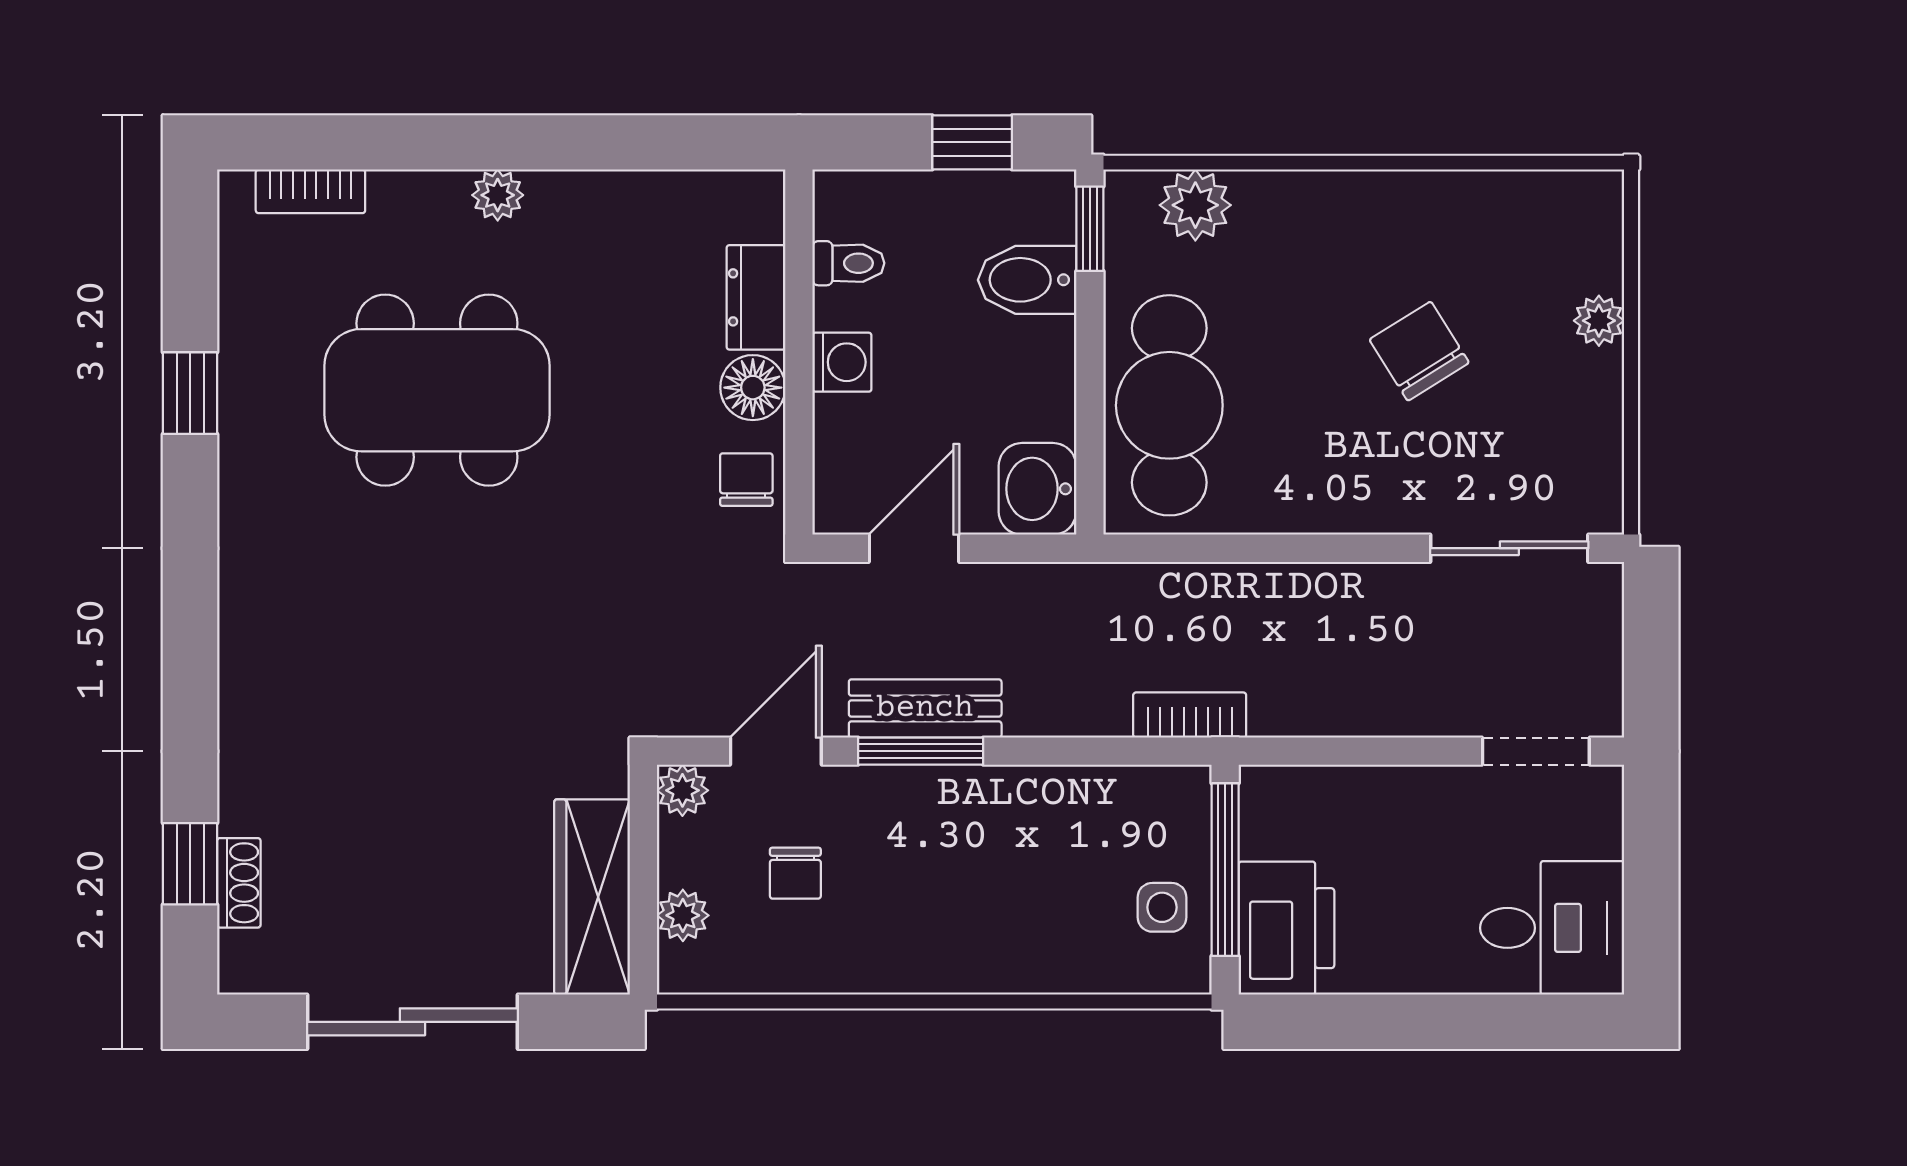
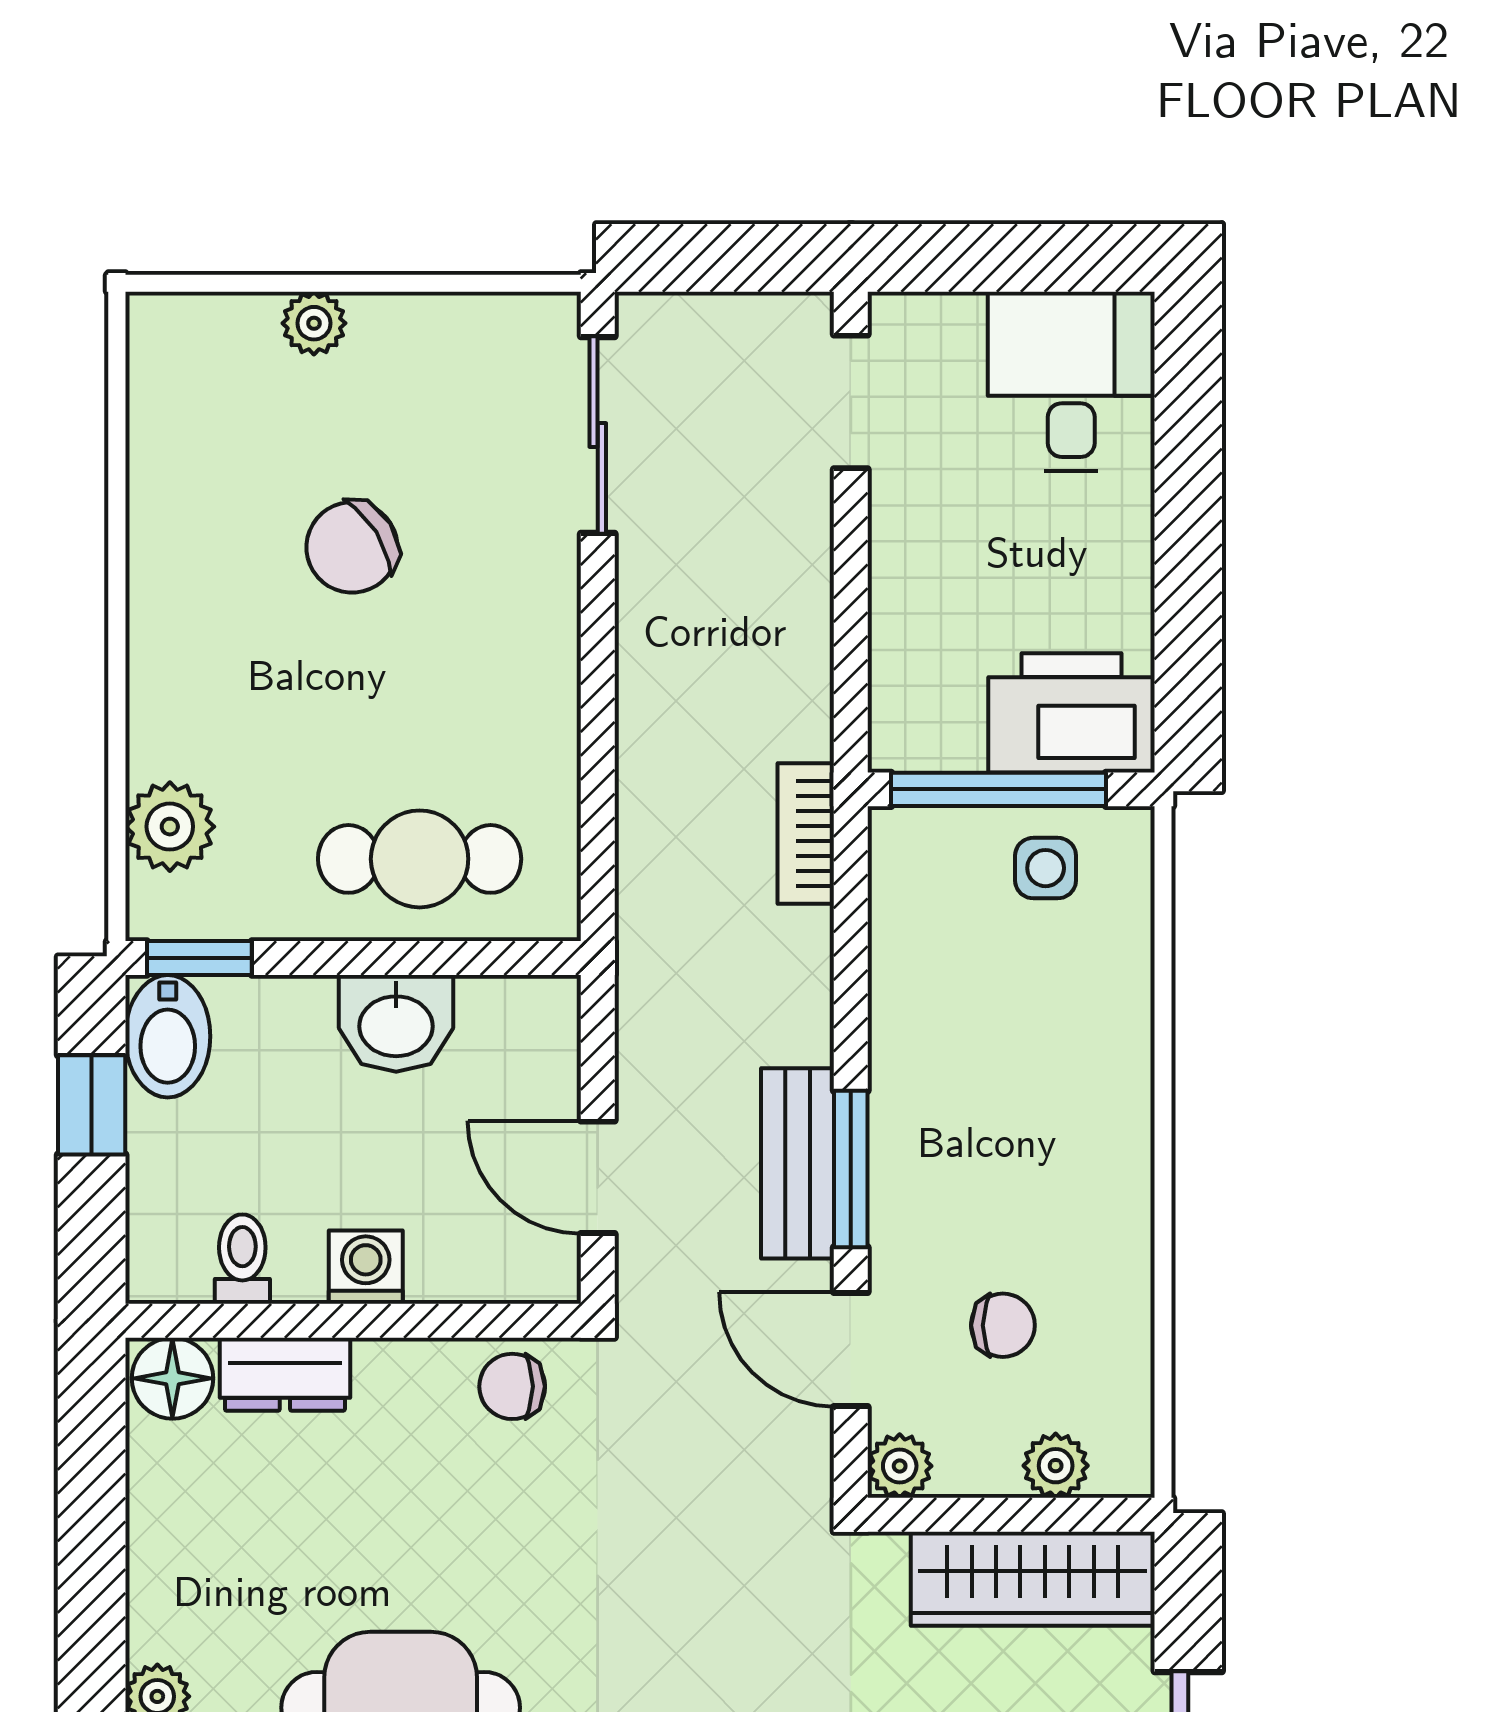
bidet: (1027, 280) -> (168, 1036), moved
floor lamp: (753, 388) -> (172, 1378), moved
cafe table: (1169, 405) -> (420, 859), width x0.73, depth x0.74
washbasin: (1037, 489) -> (396, 1023), moved

